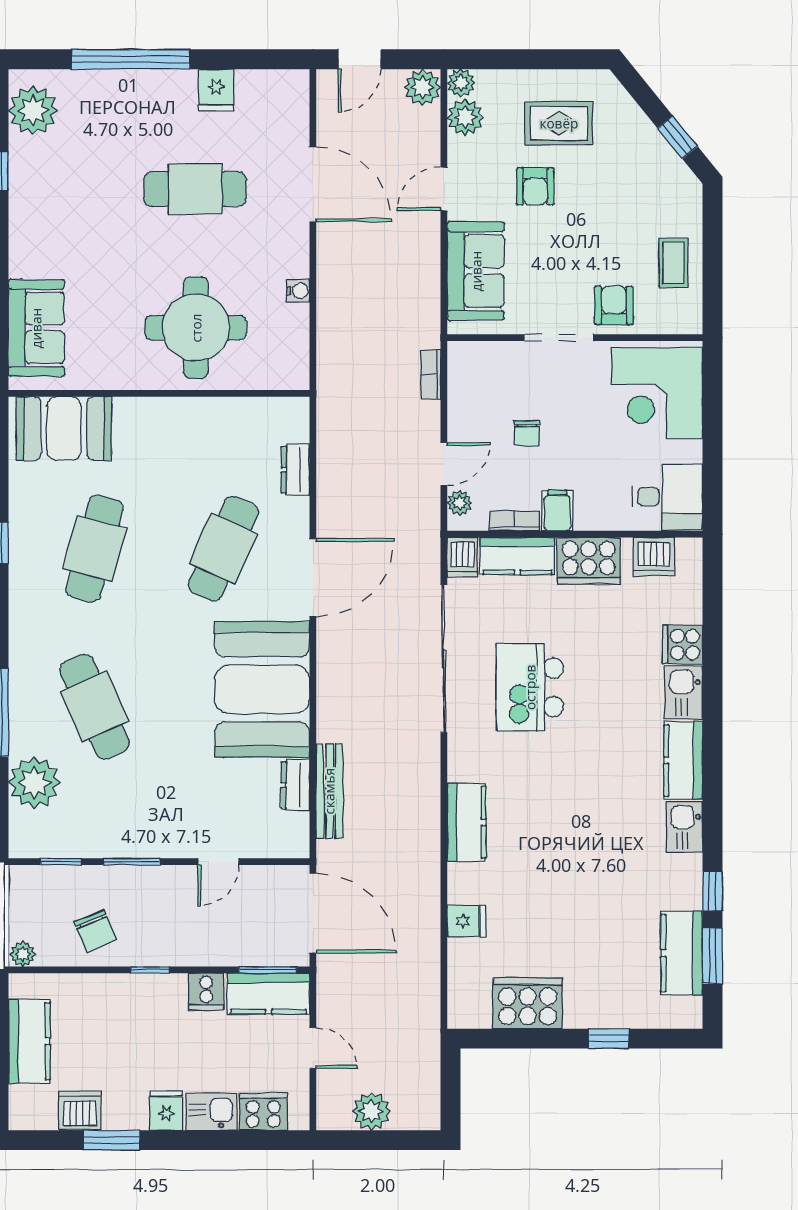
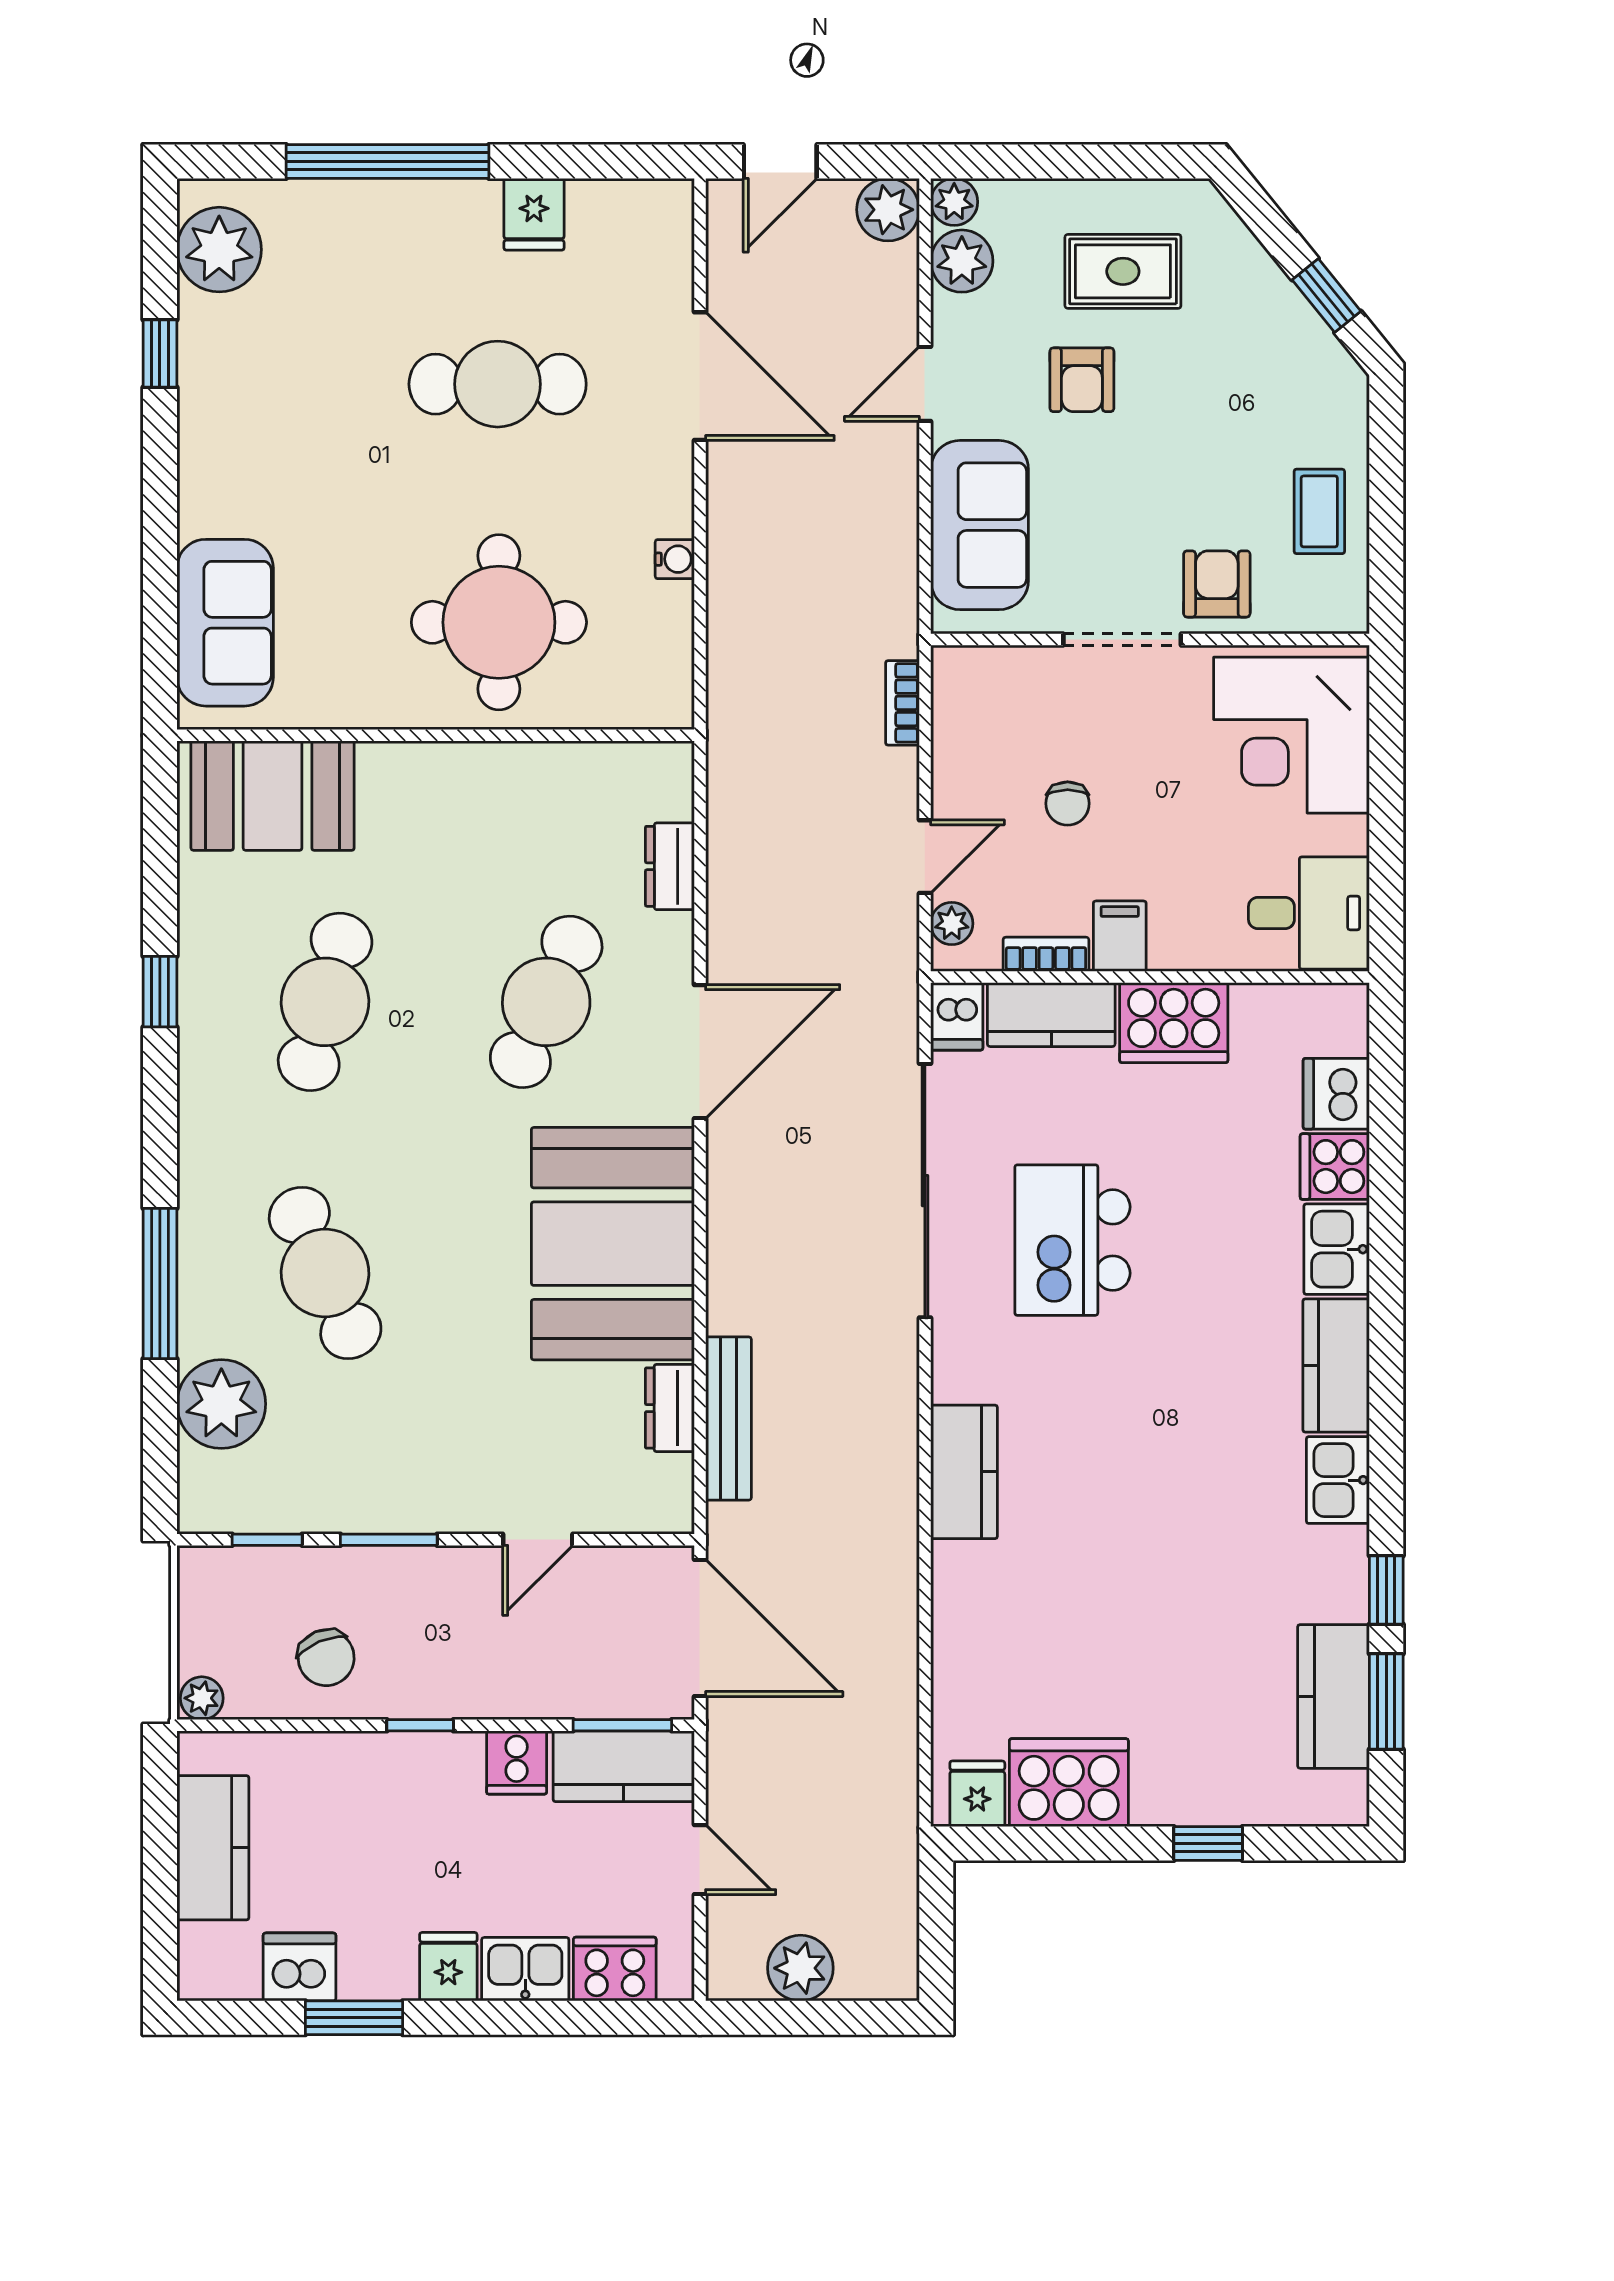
dishwasher: (654, 557) -> (1336, 1094), moved, turned 90
fridge: (466, 921) -> (977, 1794), moved, turned -90

